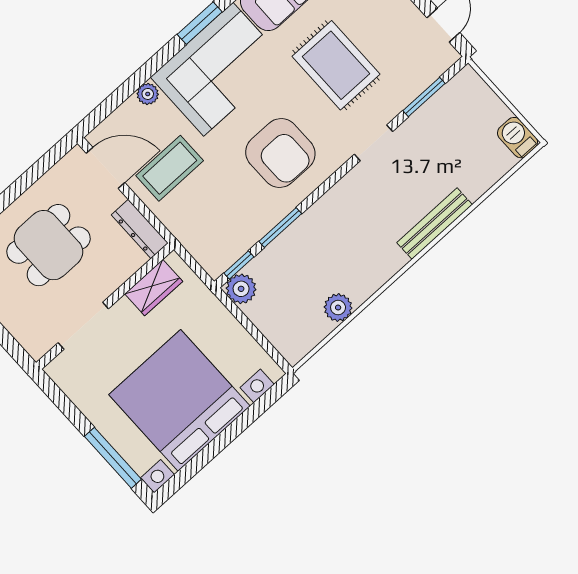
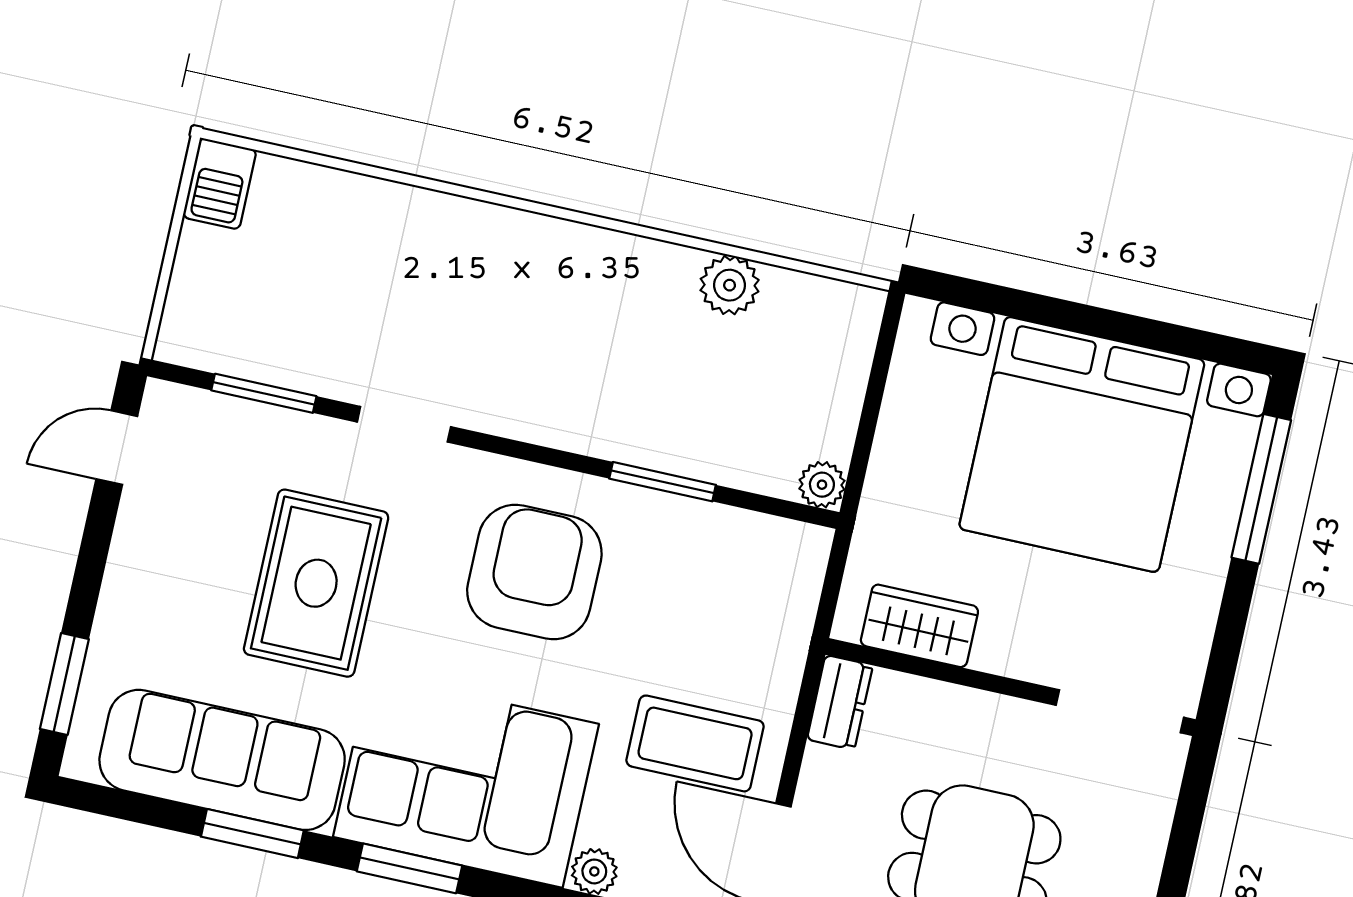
bench: (435, 224) -> (468, 221), removed
dresser: (140, 229) -> (840, 702), width x0.70
window: (239, 265) -> (777, 507), removed
plant: (241, 289) -> (822, 485), width x0.73, depth x0.73
doorway: (83, 326) -> (1120, 711), moved

